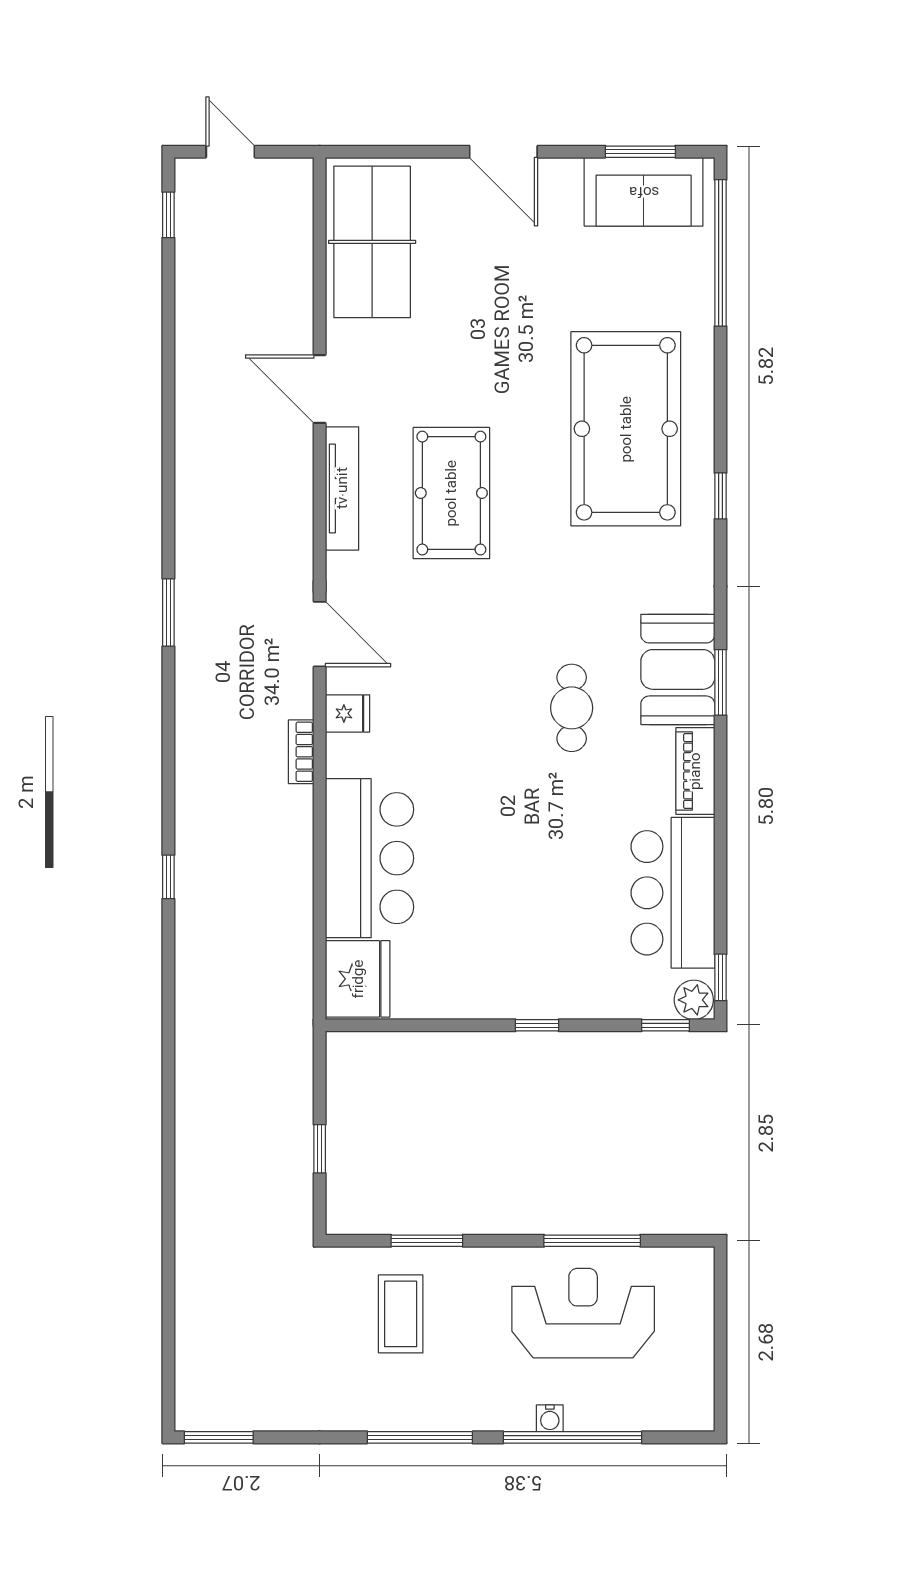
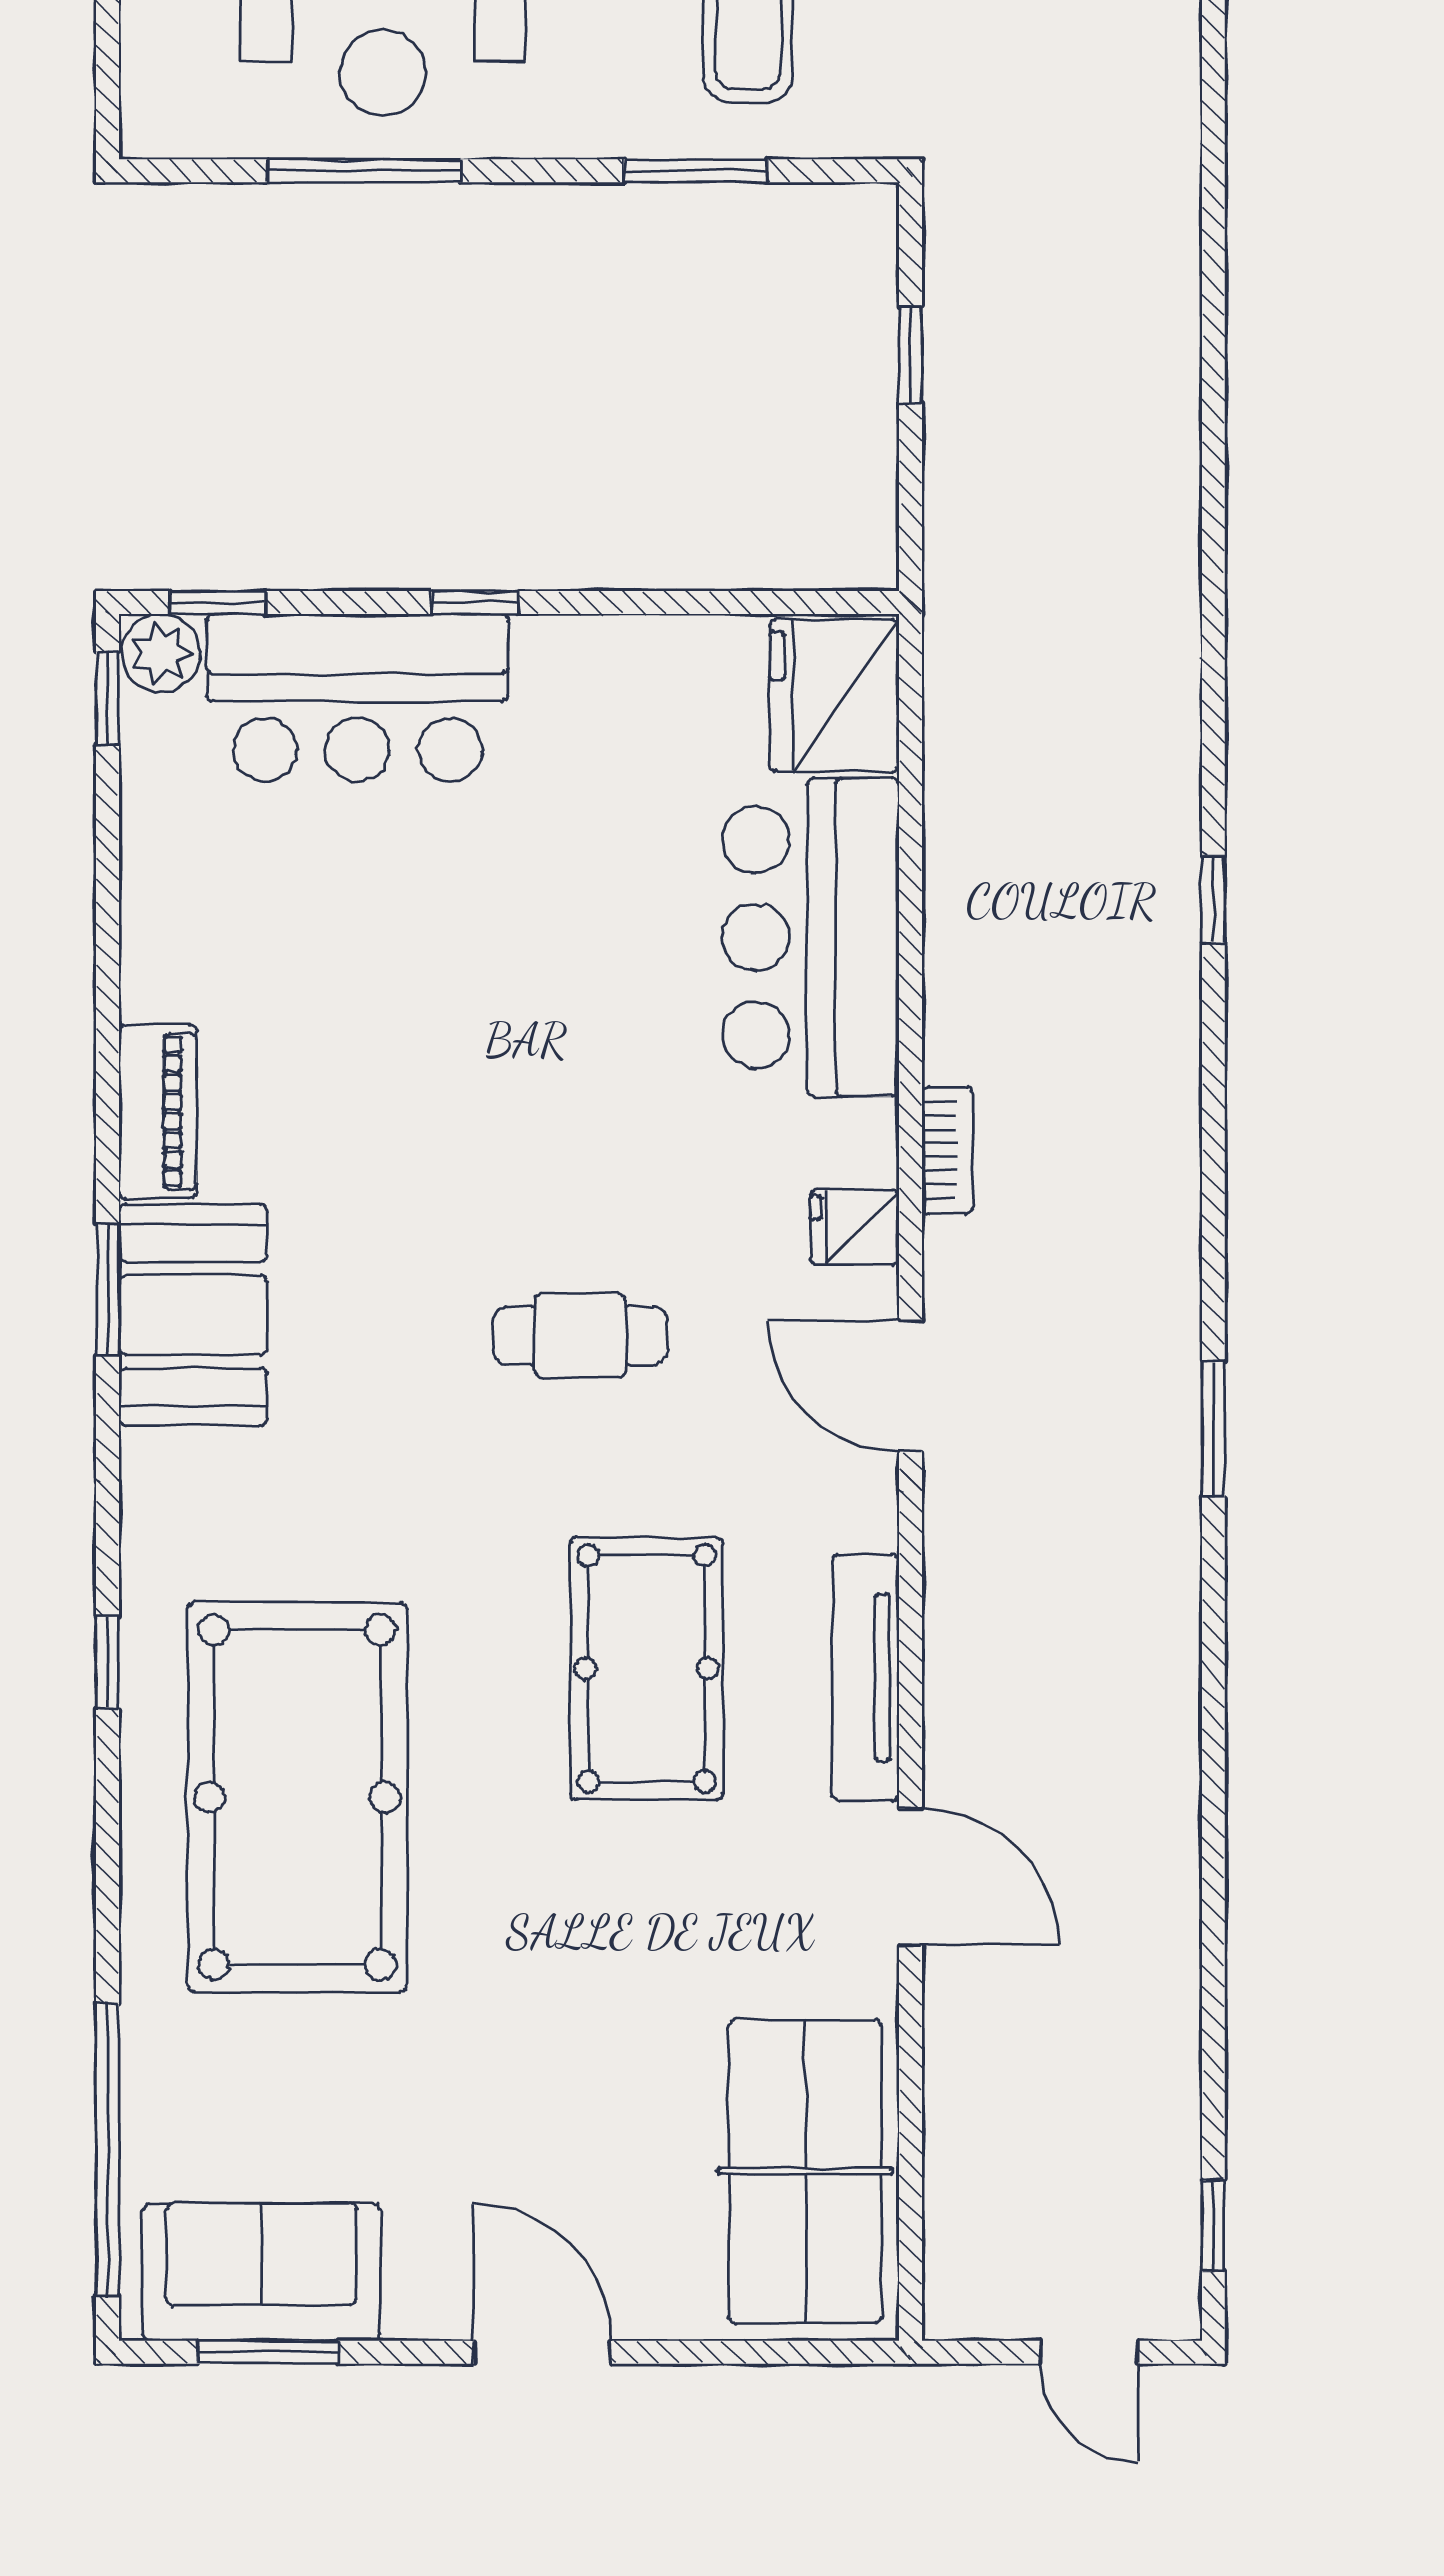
cafe table: (572, 708) -> (580, 1336), moved, turned 90
bar counter: (673, 893) -> (357, 698), moved, turned 90

